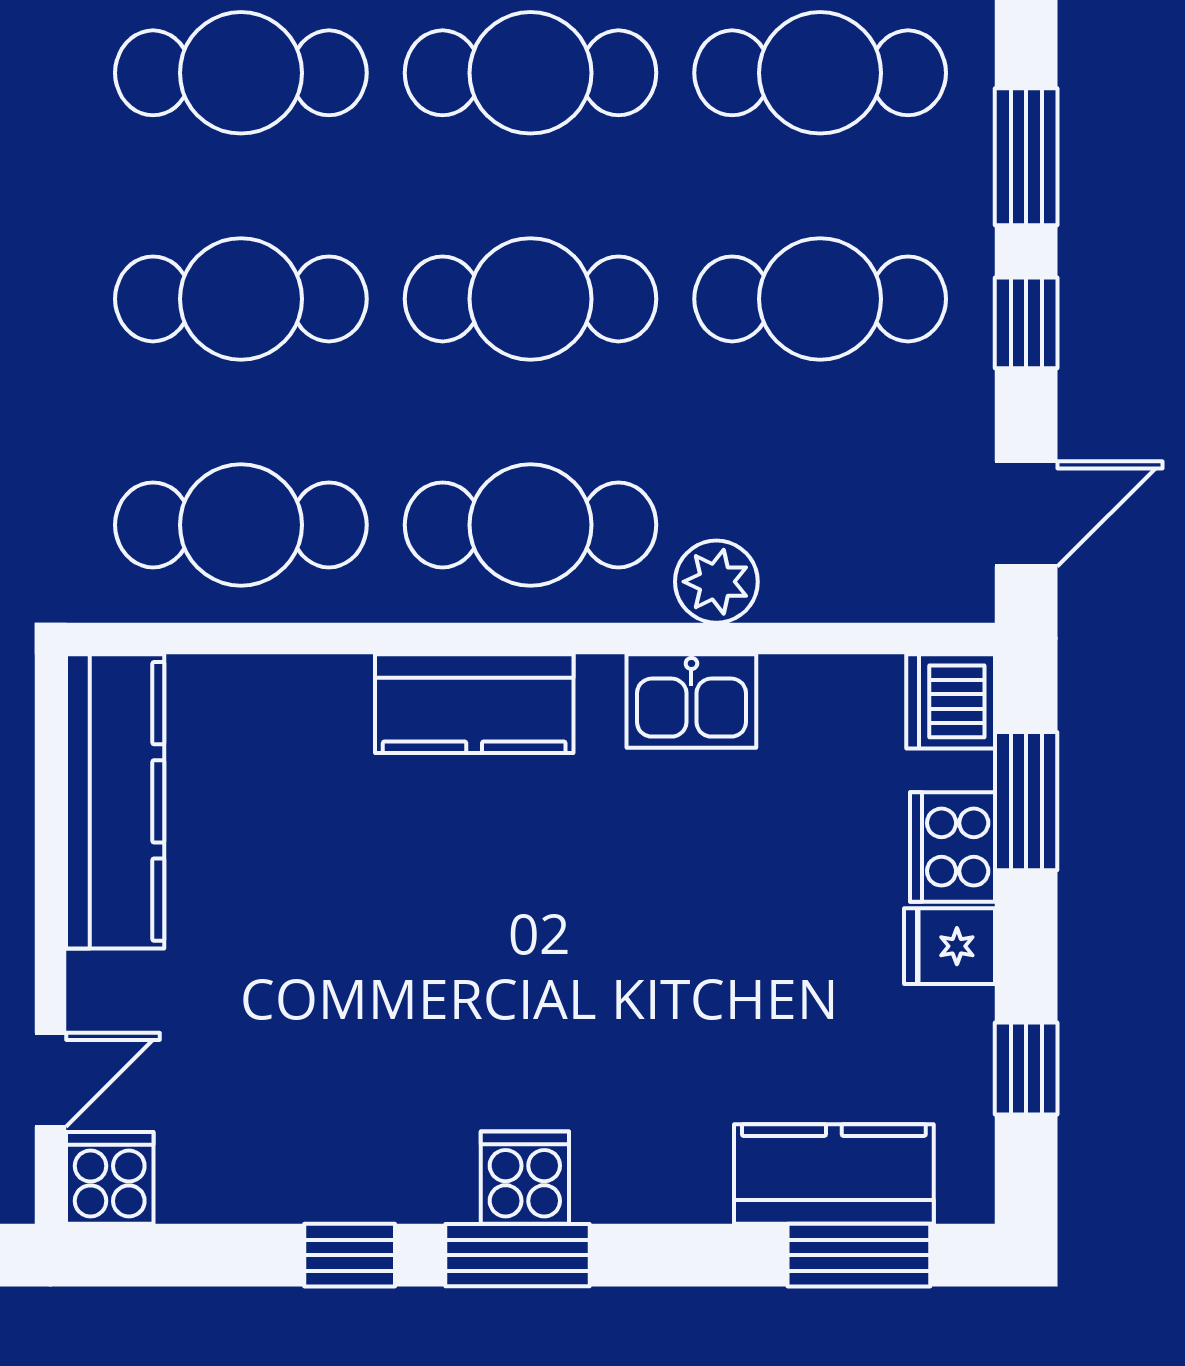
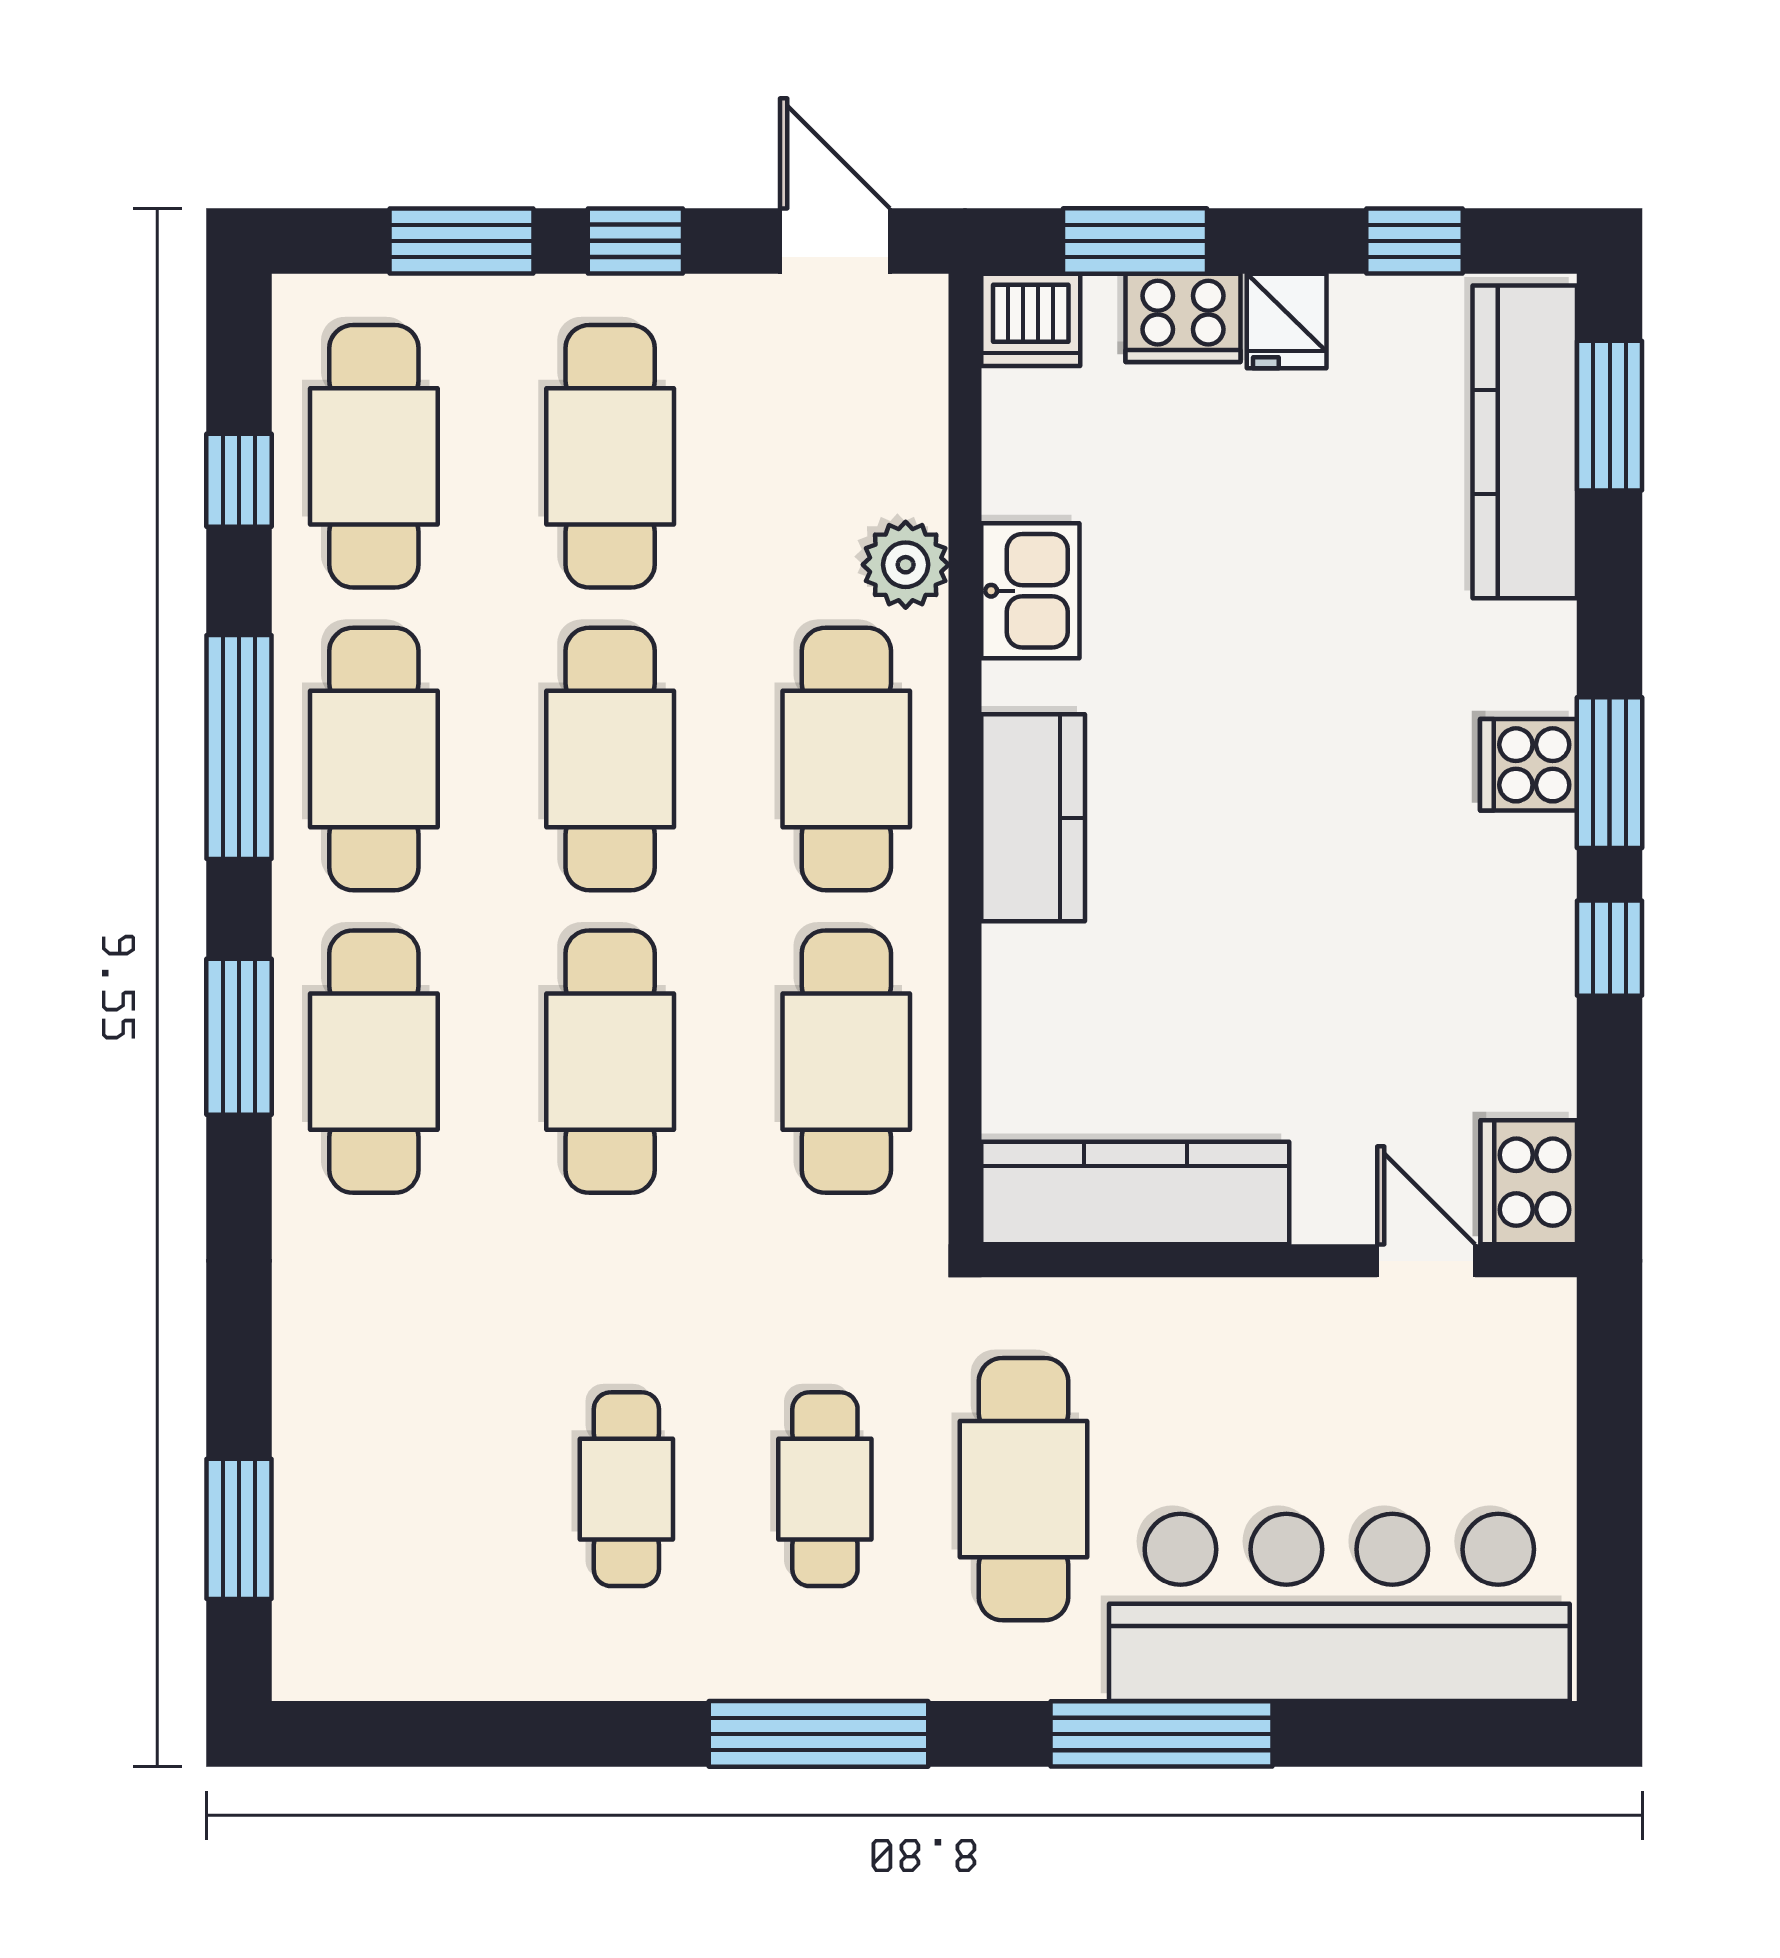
kitchen counter: (834, 1174) -> (1525, 442), width x1.50
cooker: (110, 1178) -> (1529, 1182), width x1.36

